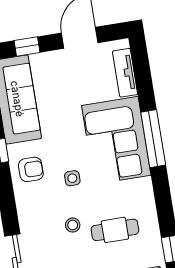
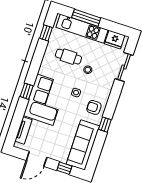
window: (153, 139) -> (27, 91), width x0.46

